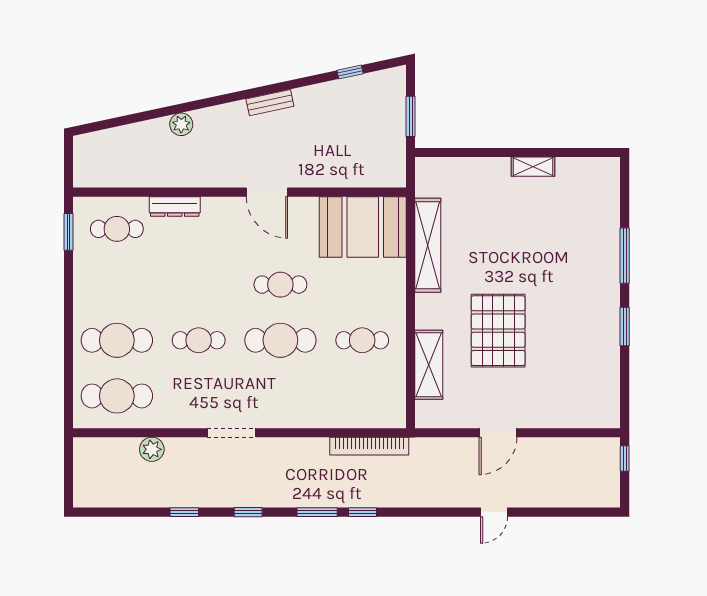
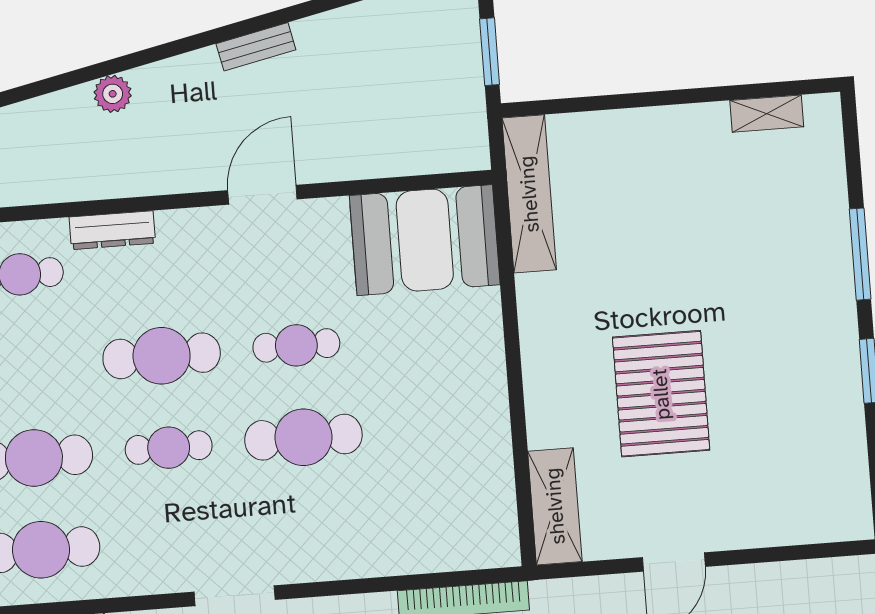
shelving: (533, 167) -> (767, 114), moved
door: (267, 192) -> (262, 195), swing flipped
shelving: (428, 245) -> (529, 194), moved
cafe table: (362, 340) -> (162, 356), moved, width x1.37, depth x1.35
shelving: (429, 365) -> (555, 506), moved

